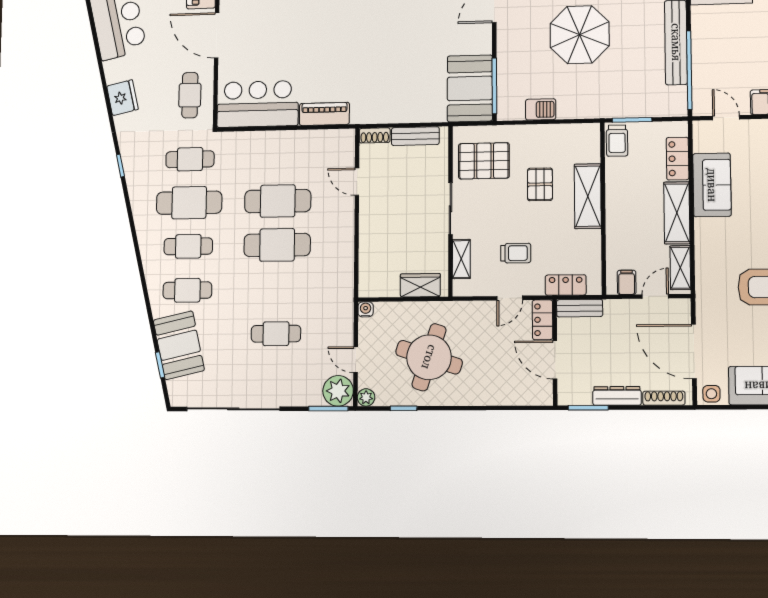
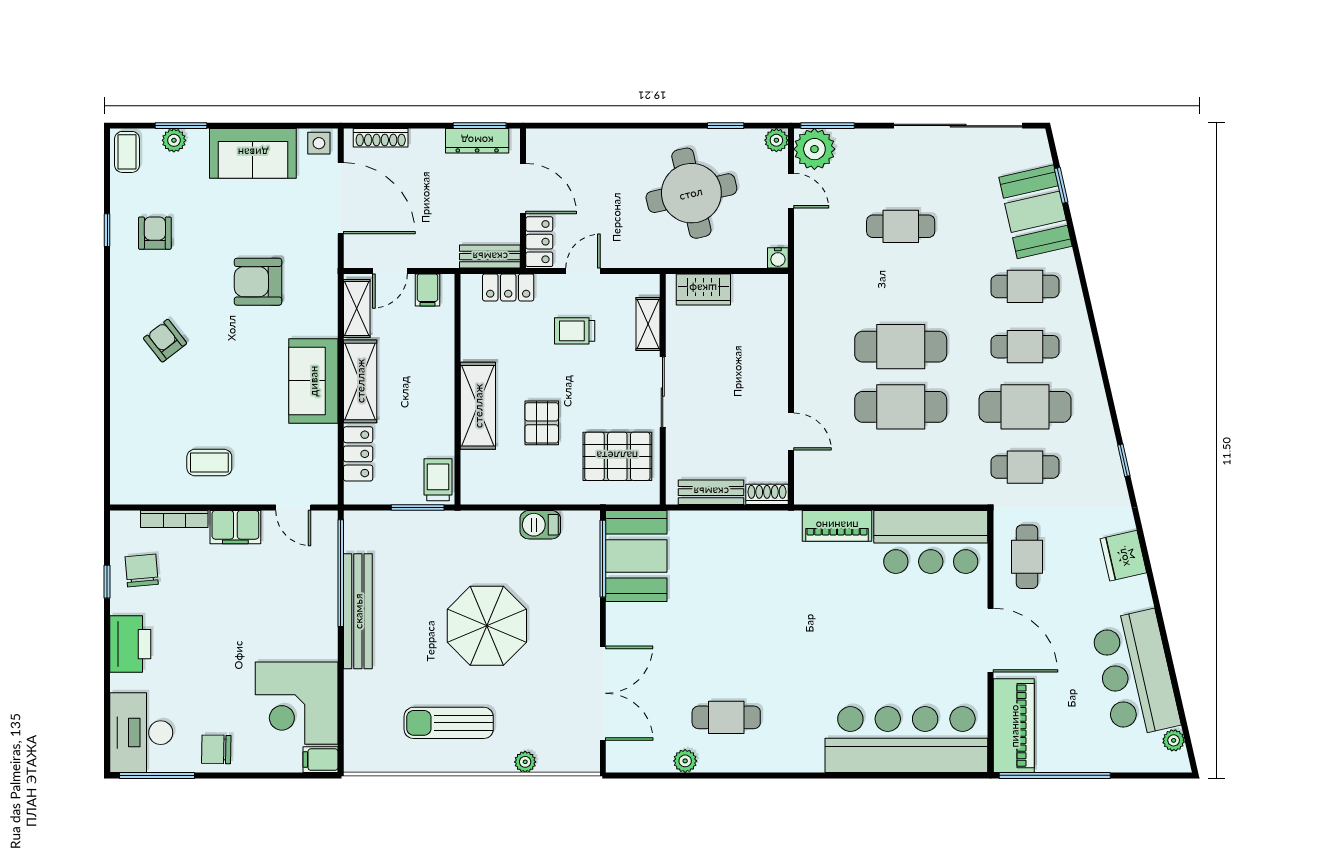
sofa: (712, 185) -> (313, 381), moved
round table: (429, 357) -> (691, 193), turned -31
dresser: (617, 396) -> (477, 141), moved

